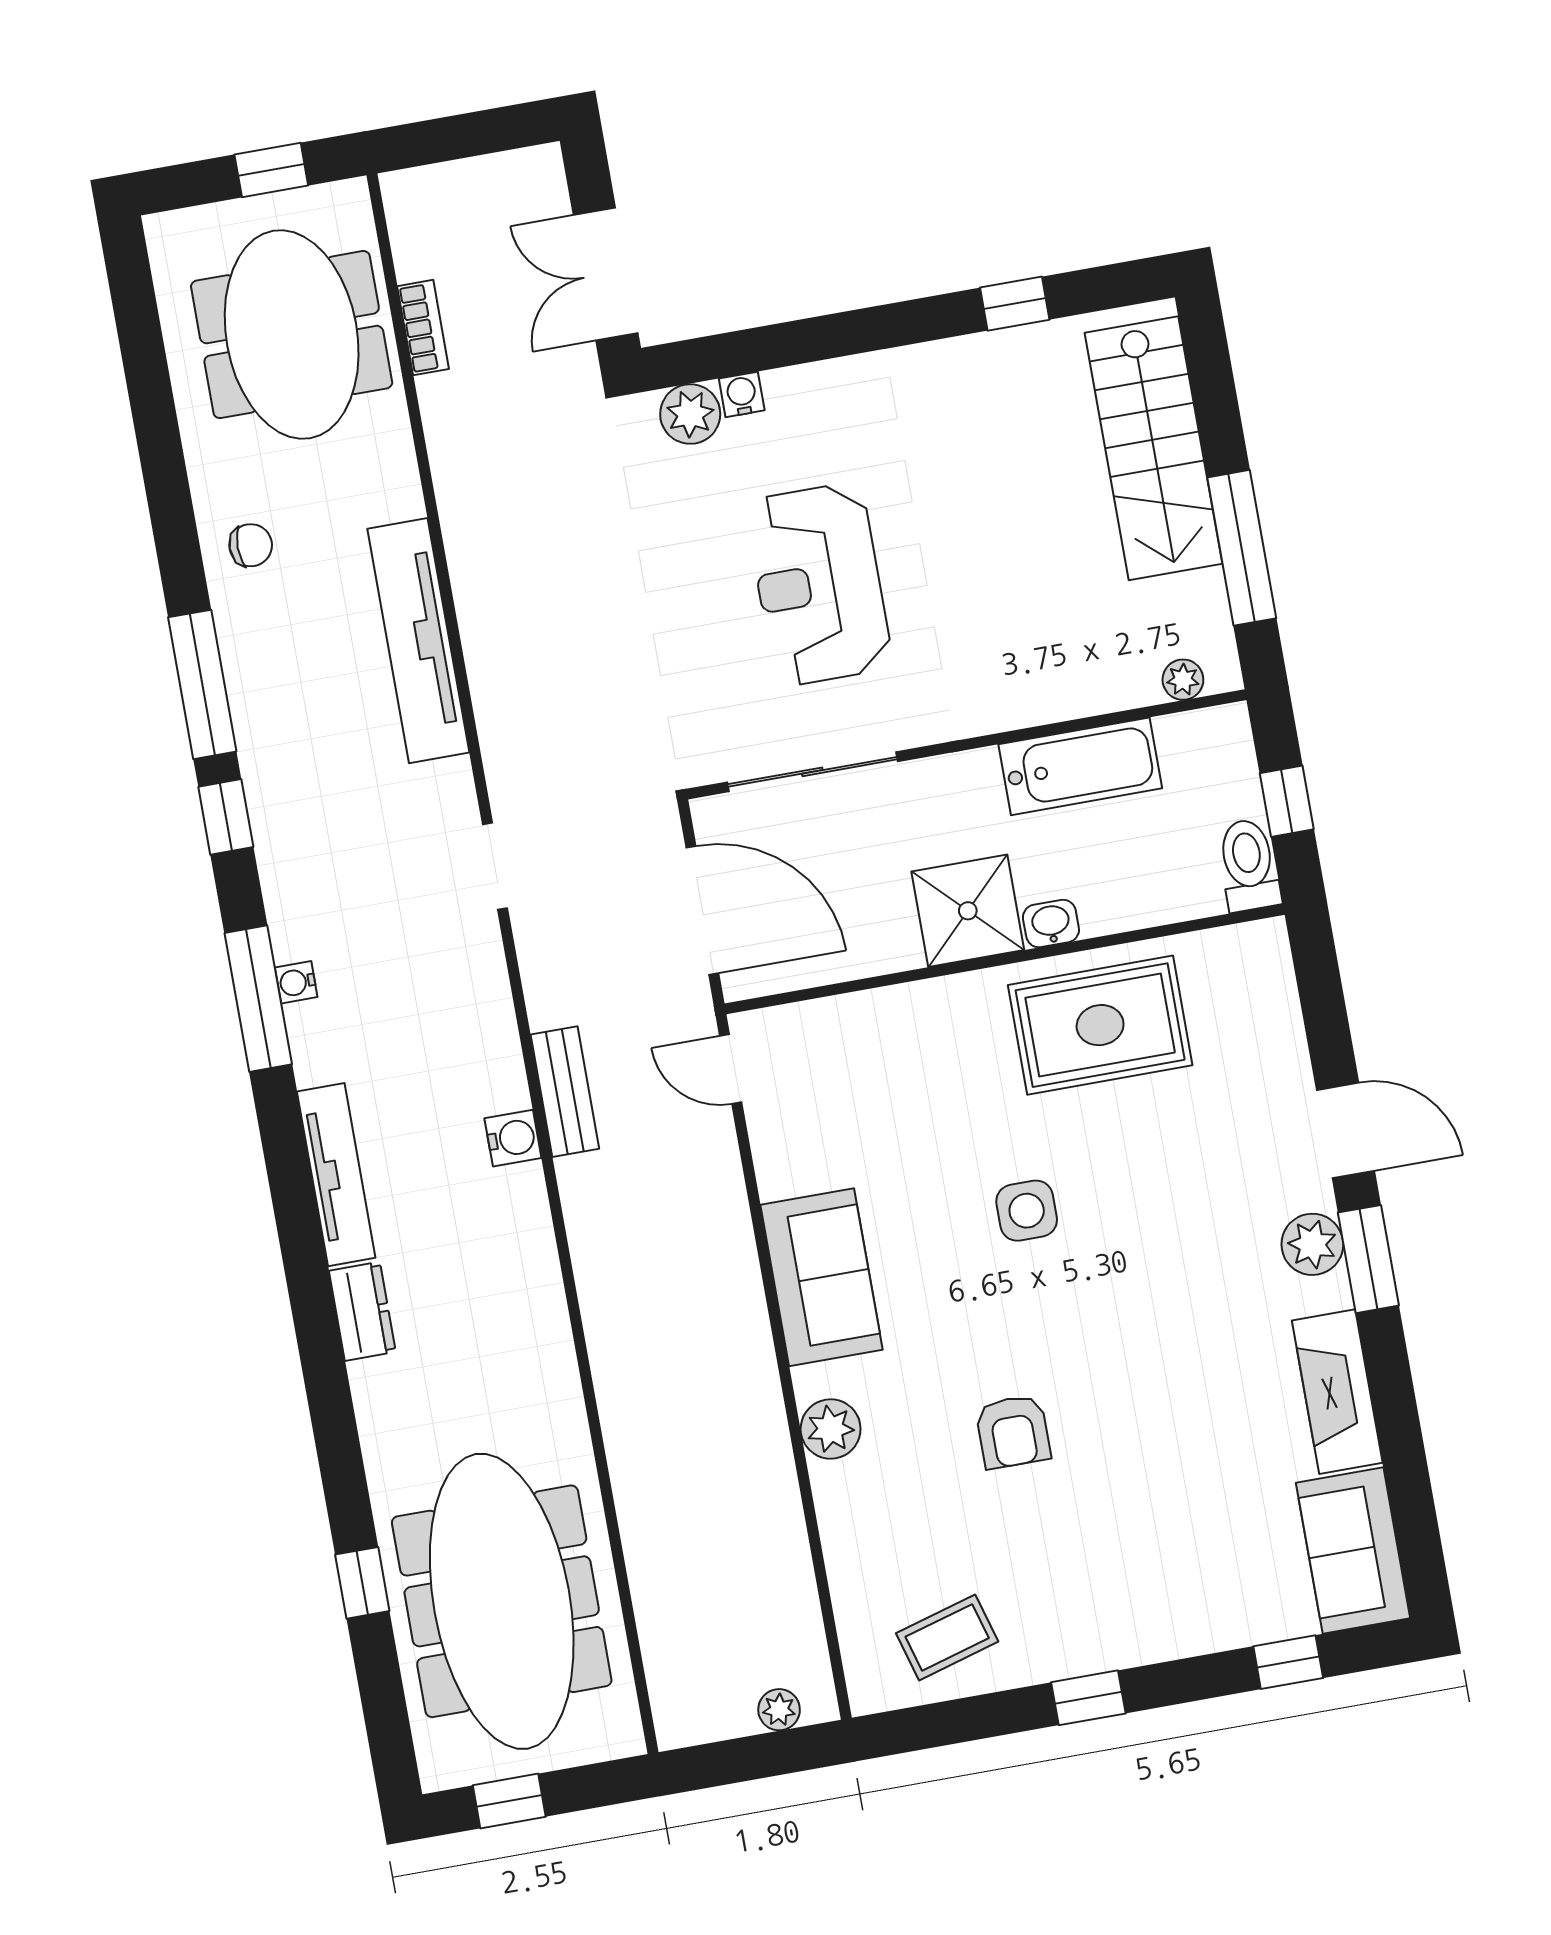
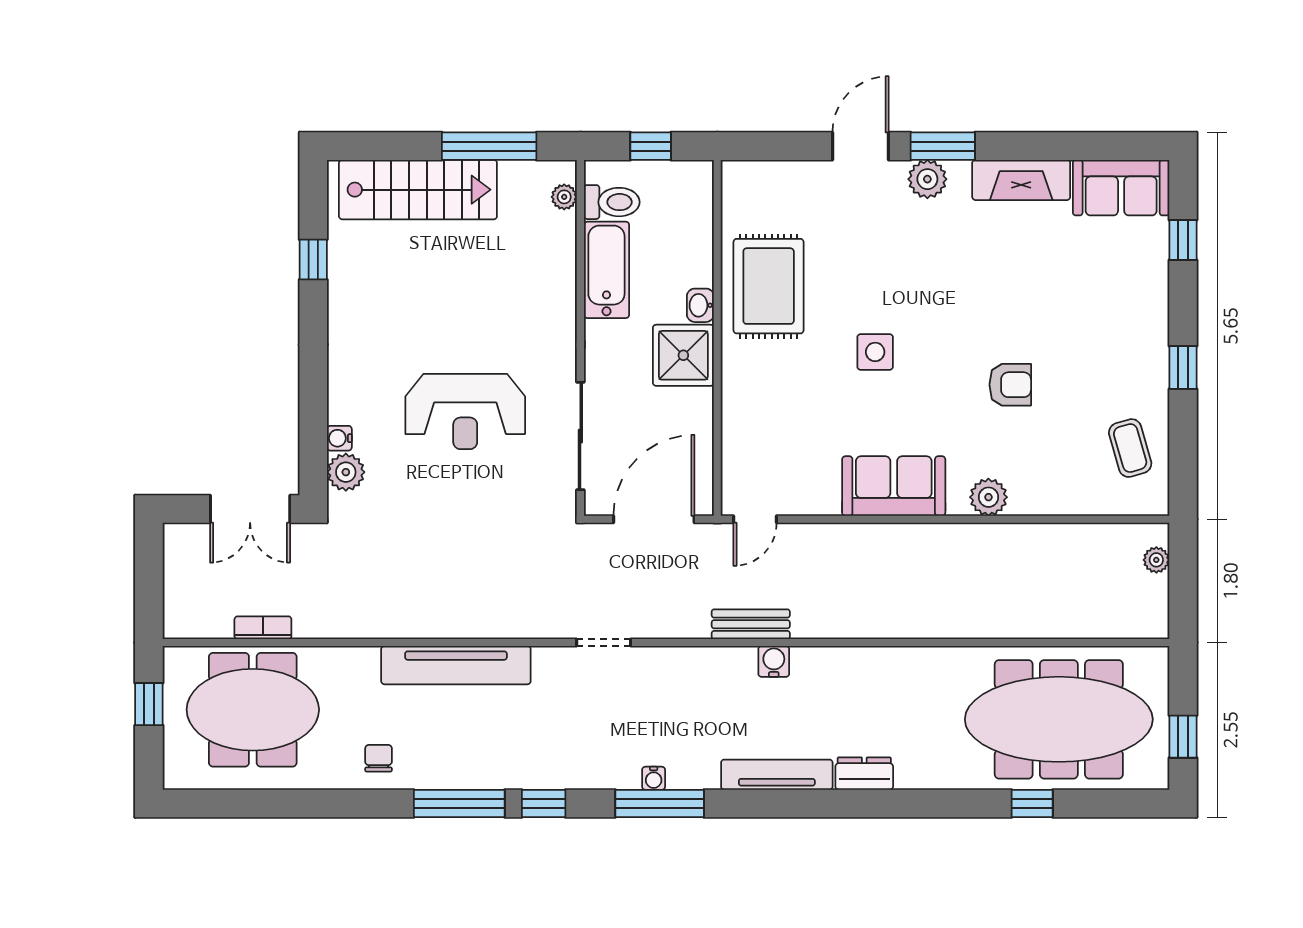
toilet: (1249, 865) -> (612, 202), moved, turned 180

